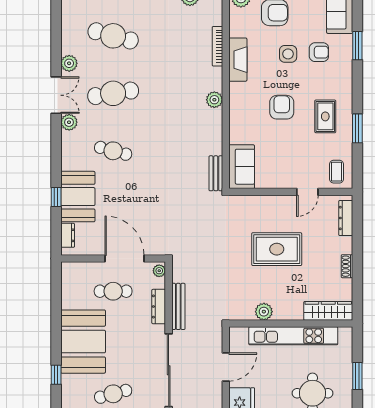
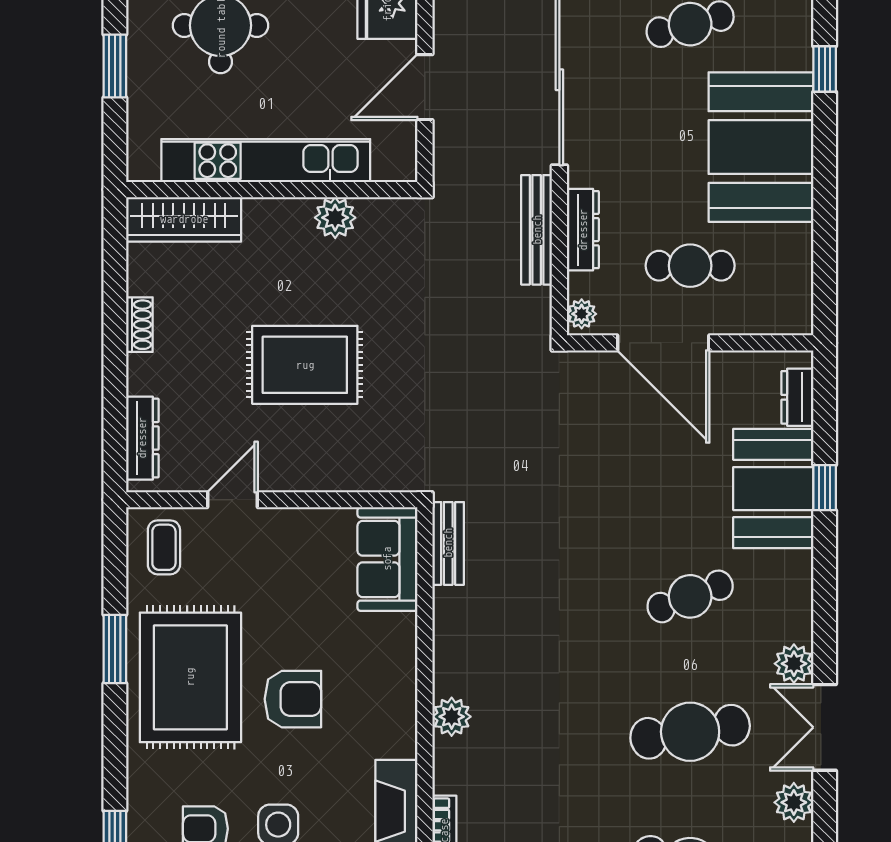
armchair: (282, 107) -> (293, 699), turned -90
rug: (325, 116) -> (190, 677), width x1.86, depth x2.06
cafe table: (113, 151) -> (690, 596), turned -36

